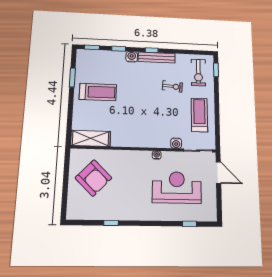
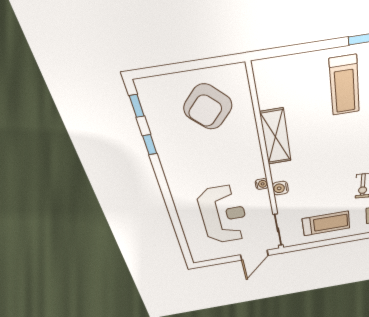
shelving: (91, 138) -> (276, 137), moved
water cooler: (176, 143) -> (280, 188), moved
window: (190, 224) -> (137, 106), moved

